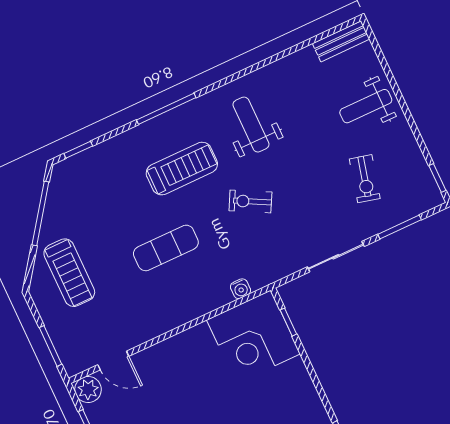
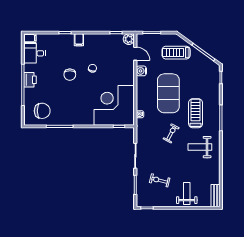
weight bench: (251, 125) -> (200, 147), turned 180
treadmill: (182, 169) -> (196, 113), turned 180
exercise mat: (166, 248) -> (168, 93), width x2.00, depth x1.45
water cooler: (145, 330) -> (141, 71), added
corner desk: (254, 337) -> (114, 105), width x1.36, depth x1.36
door: (113, 360) -> (135, 54), swing flipped

